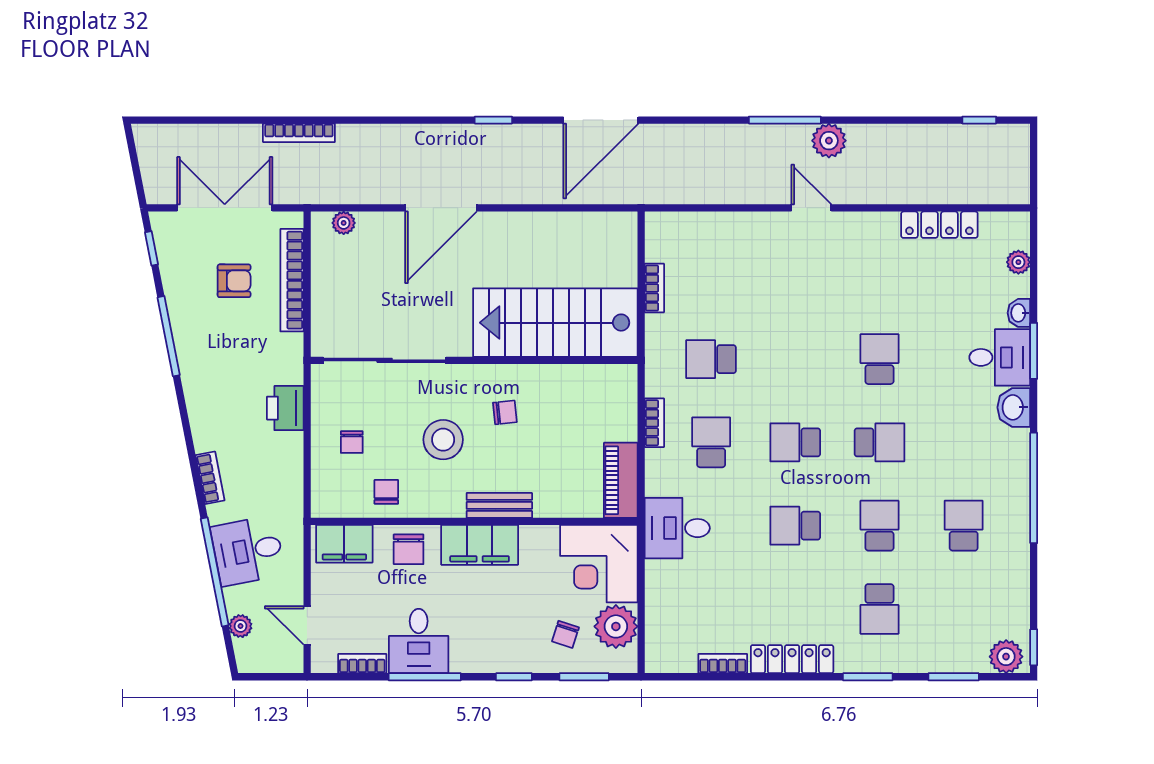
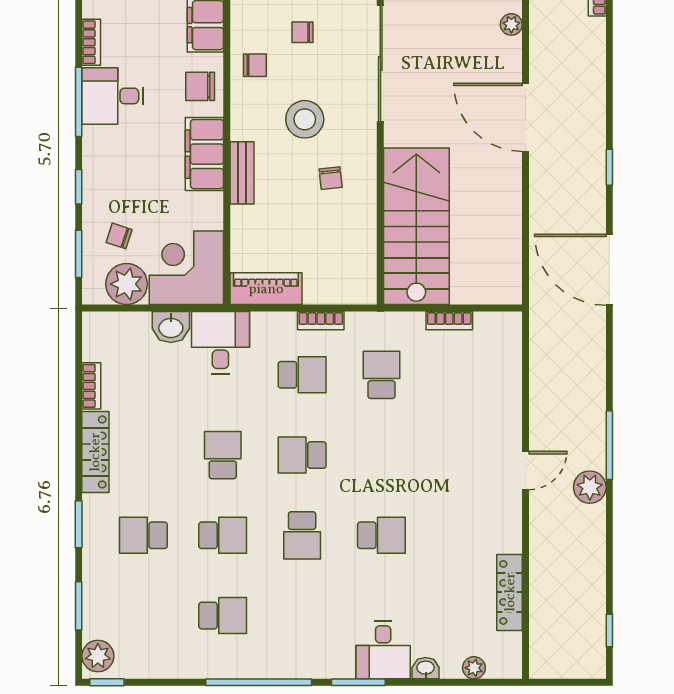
window: (1034, 351) -> (358, 682), moved
washbasin: (1014, 407) -> (171, 327), moved, turned 180
school desk: (795, 442) -> (302, 455), turned -90

